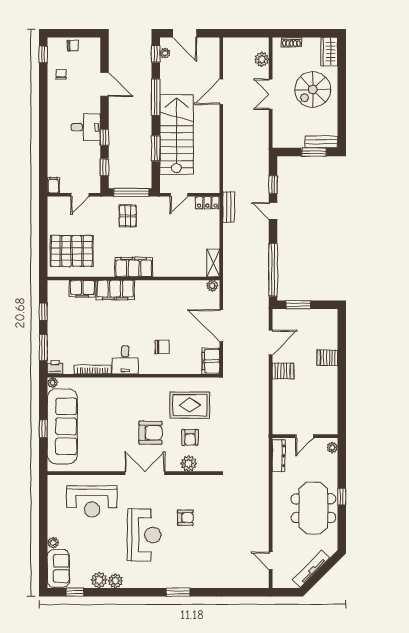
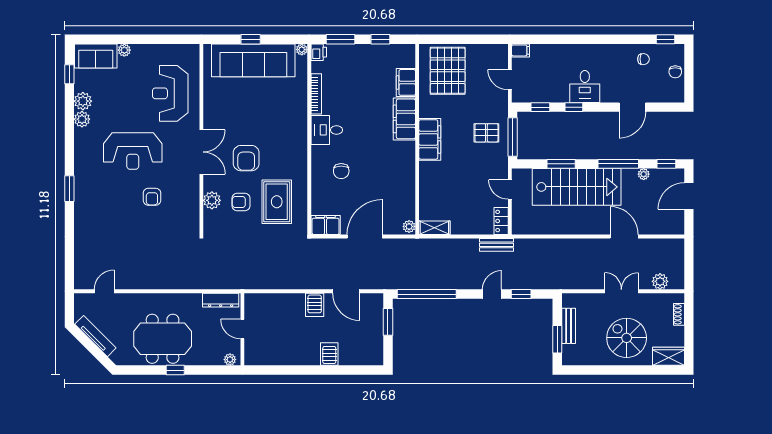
plant: (165, 53) -> (644, 174), moved
bench: (321, 142) -> (569, 326), moved

